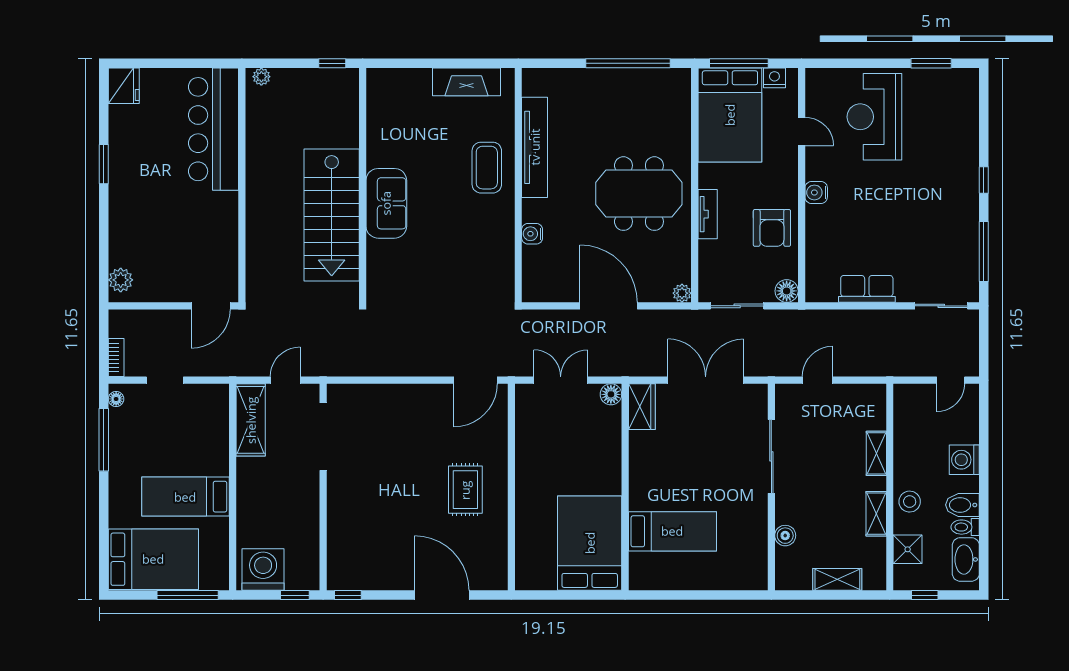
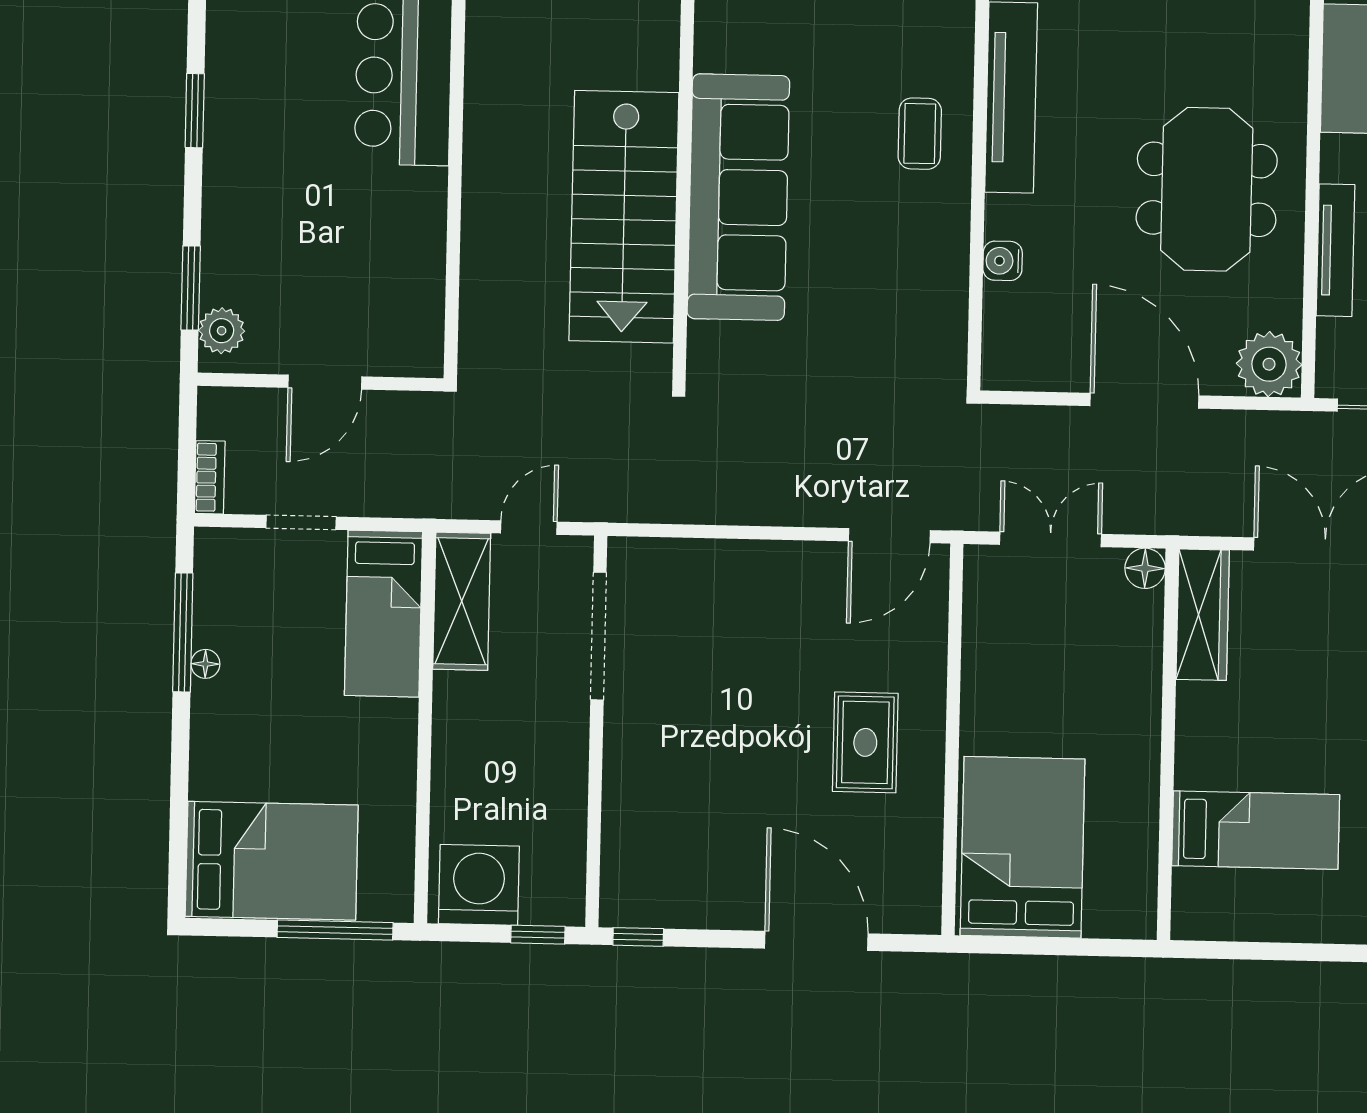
coffee table: (487, 168) -> (920, 134), width x0.73, depth x0.77
meeting table: (639, 194) -> (1207, 189), turned 90
sofa: (386, 203) -> (738, 197), width x1.85, depth x1.27
tv unit: (708, 214) -> (1335, 250), width x1.41
window: (104, 258) -> (191, 288), added
plant: (682, 293) -> (1269, 364), width x1.88, depth x1.88
door: (211, 306) -> (325, 382), moved
floor lamp: (116, 399) -> (205, 664), moved
wardrobe: (642, 407) -> (1203, 615), width x1.50
bed: (185, 497) -> (384, 614), moved, turned -90
bed: (590, 543) -> (1022, 847), moved

